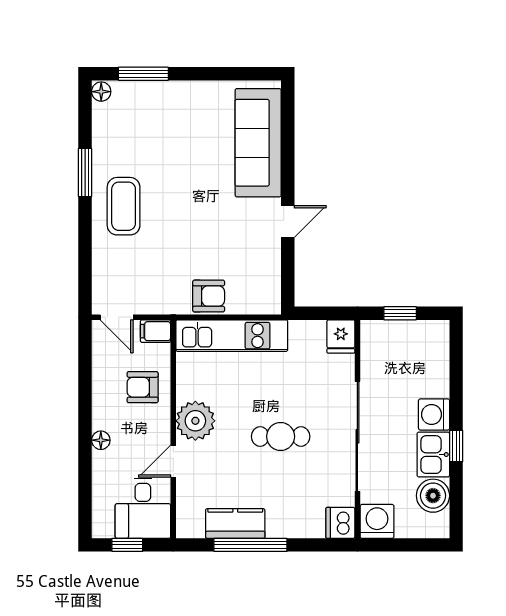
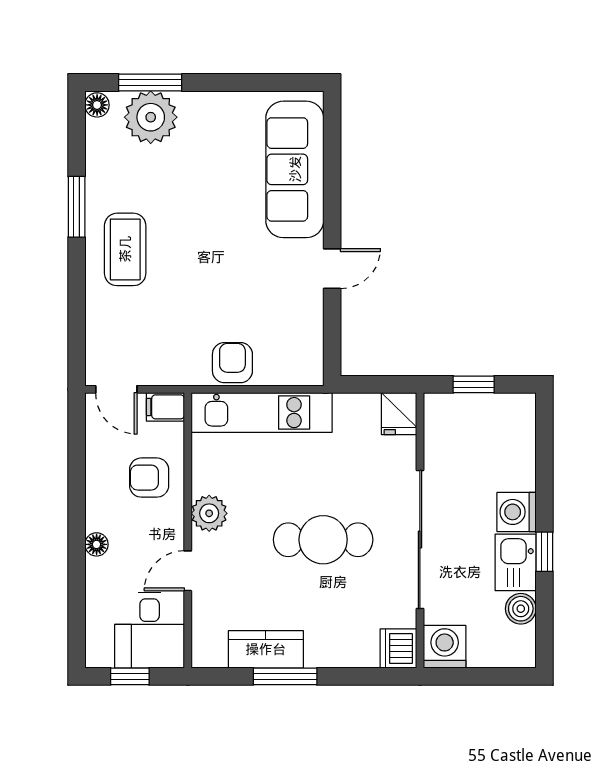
plant: (144, 101) -> (151, 117), added
armchair: (209, 296) -> (232, 363), turned -90
plant: (195, 421) -> (209, 513), width x0.73, depth x0.73
cafe table: (281, 437) -> (323, 540), width x1.37, depth x1.35
boiler: (433, 496) -> (521, 609), width x0.73, depth x0.73
window: (250, 545) -> (285, 676), width x0.69

